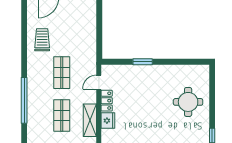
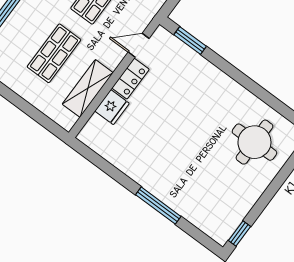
window: (143, 62) -> (190, 40), moved
round table: (188, 102) -> (254, 142), moved

